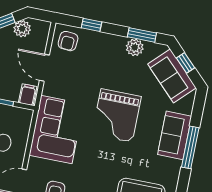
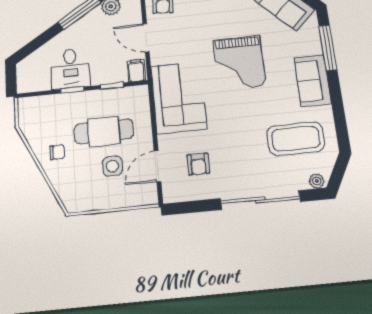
sofa: (175, 135) -> (313, 81), moved
window: (190, 147) -> (328, 48), moved

